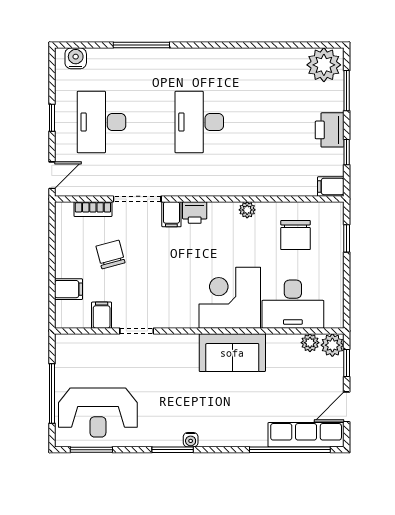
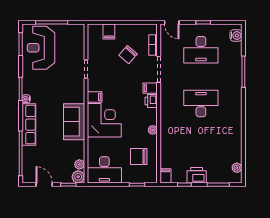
plant: (324, 65) -> (237, 168), width x0.53, depth x0.53
desk: (102, 122) -> (201, 50), turned 180
chair: (110, 254) -> (128, 55), turned 146
desk: (293, 304) -> (104, 170), moved, turned -90
filing cabinet: (102, 315) -> (95, 97), moved
row of seats: (306, 435) -> (29, 125), moved

